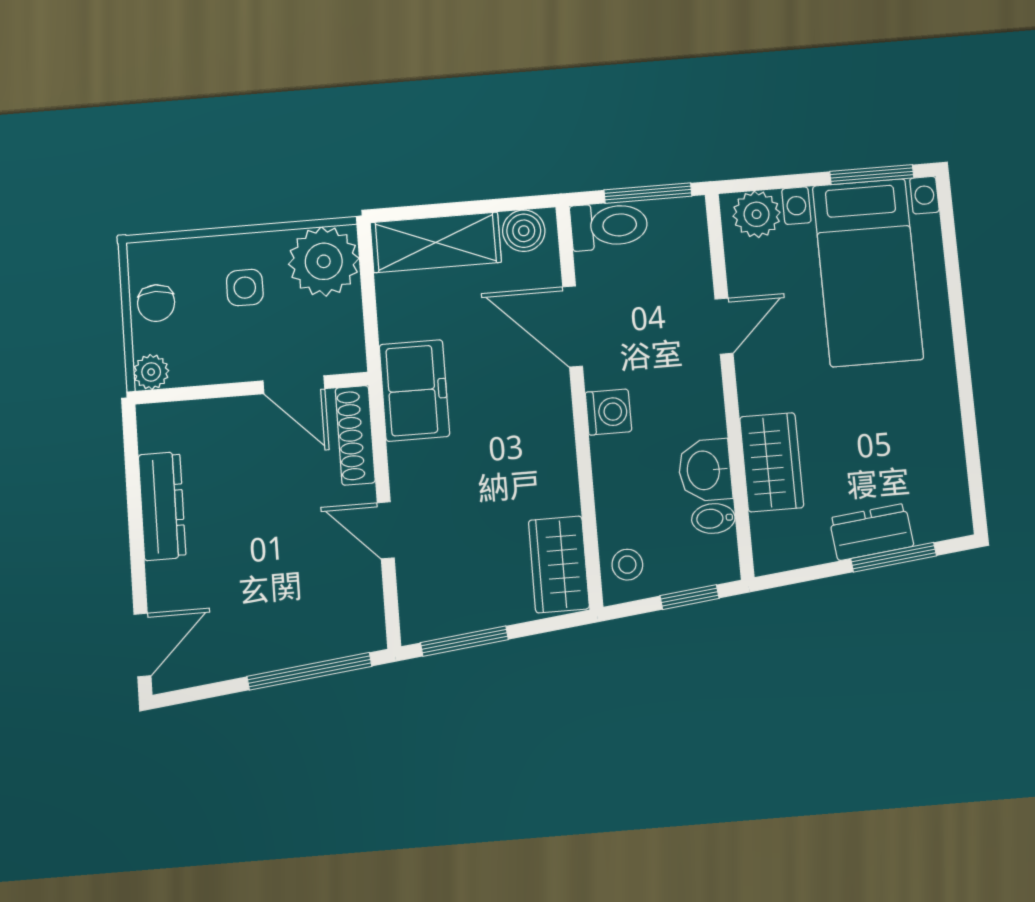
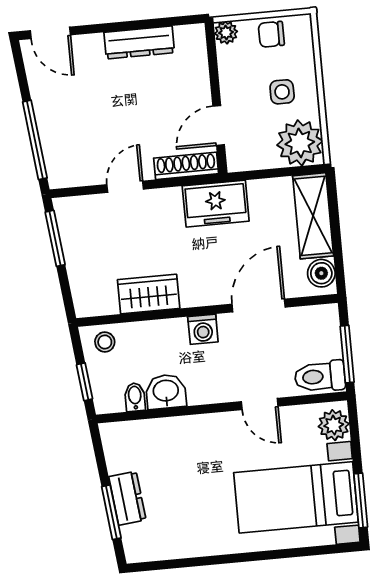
toilet: (609, 226) -> (320, 376), moved, turned 90
wardrobe: (772, 462) -> (171, 434), removed
wardrobe: (559, 564) -> (149, 294), moved

